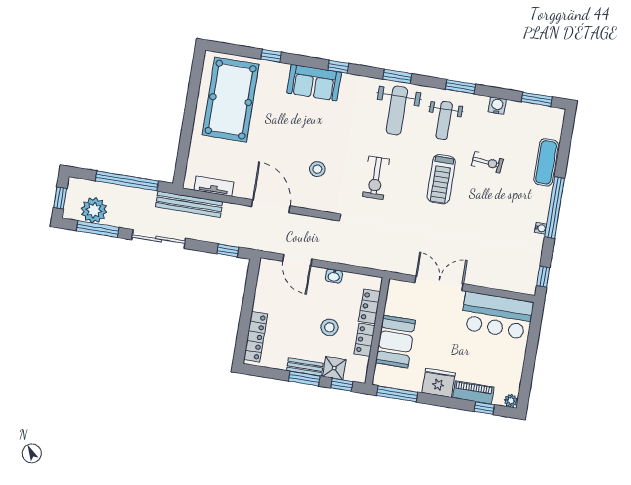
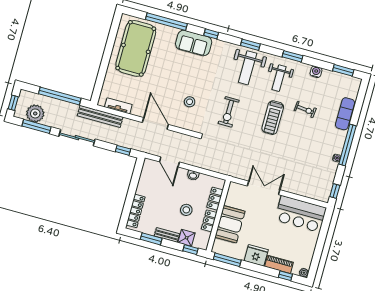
window: (271, 56) -> (166, 22), width x3.17
window: (304, 379) -> (151, 239), moved

